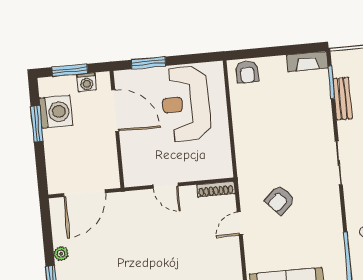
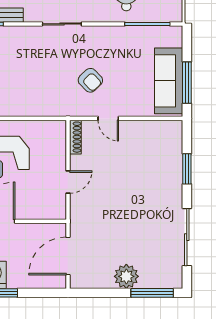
door: (84, 193) -> (68, 256), swing flipped
plant: (61, 254) -> (126, 276), width x1.87, depth x1.87

